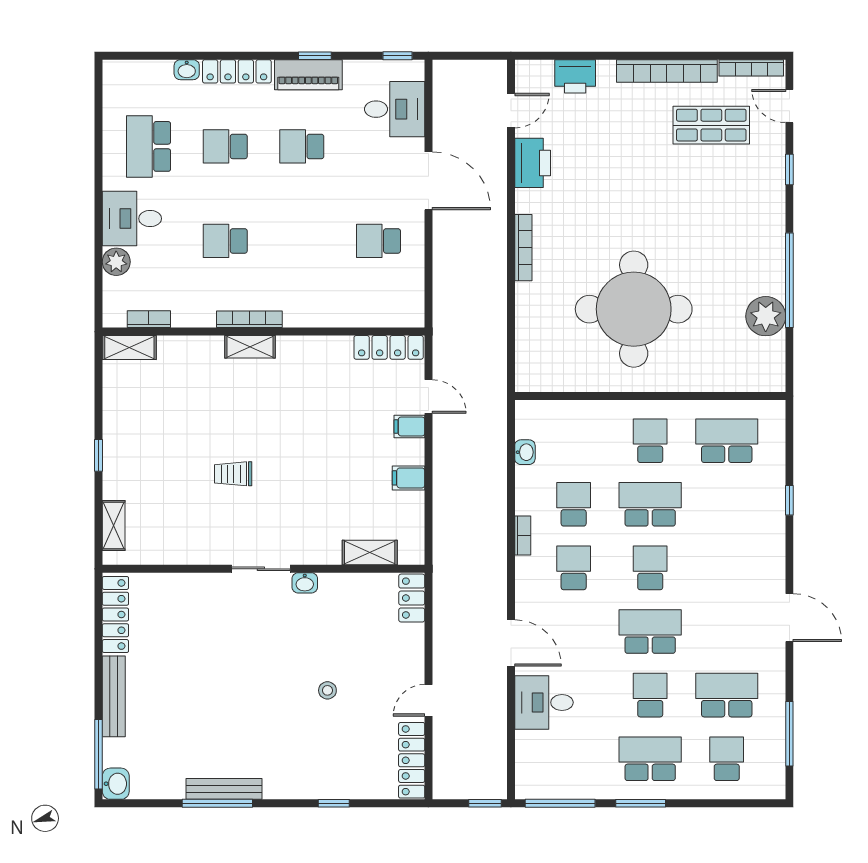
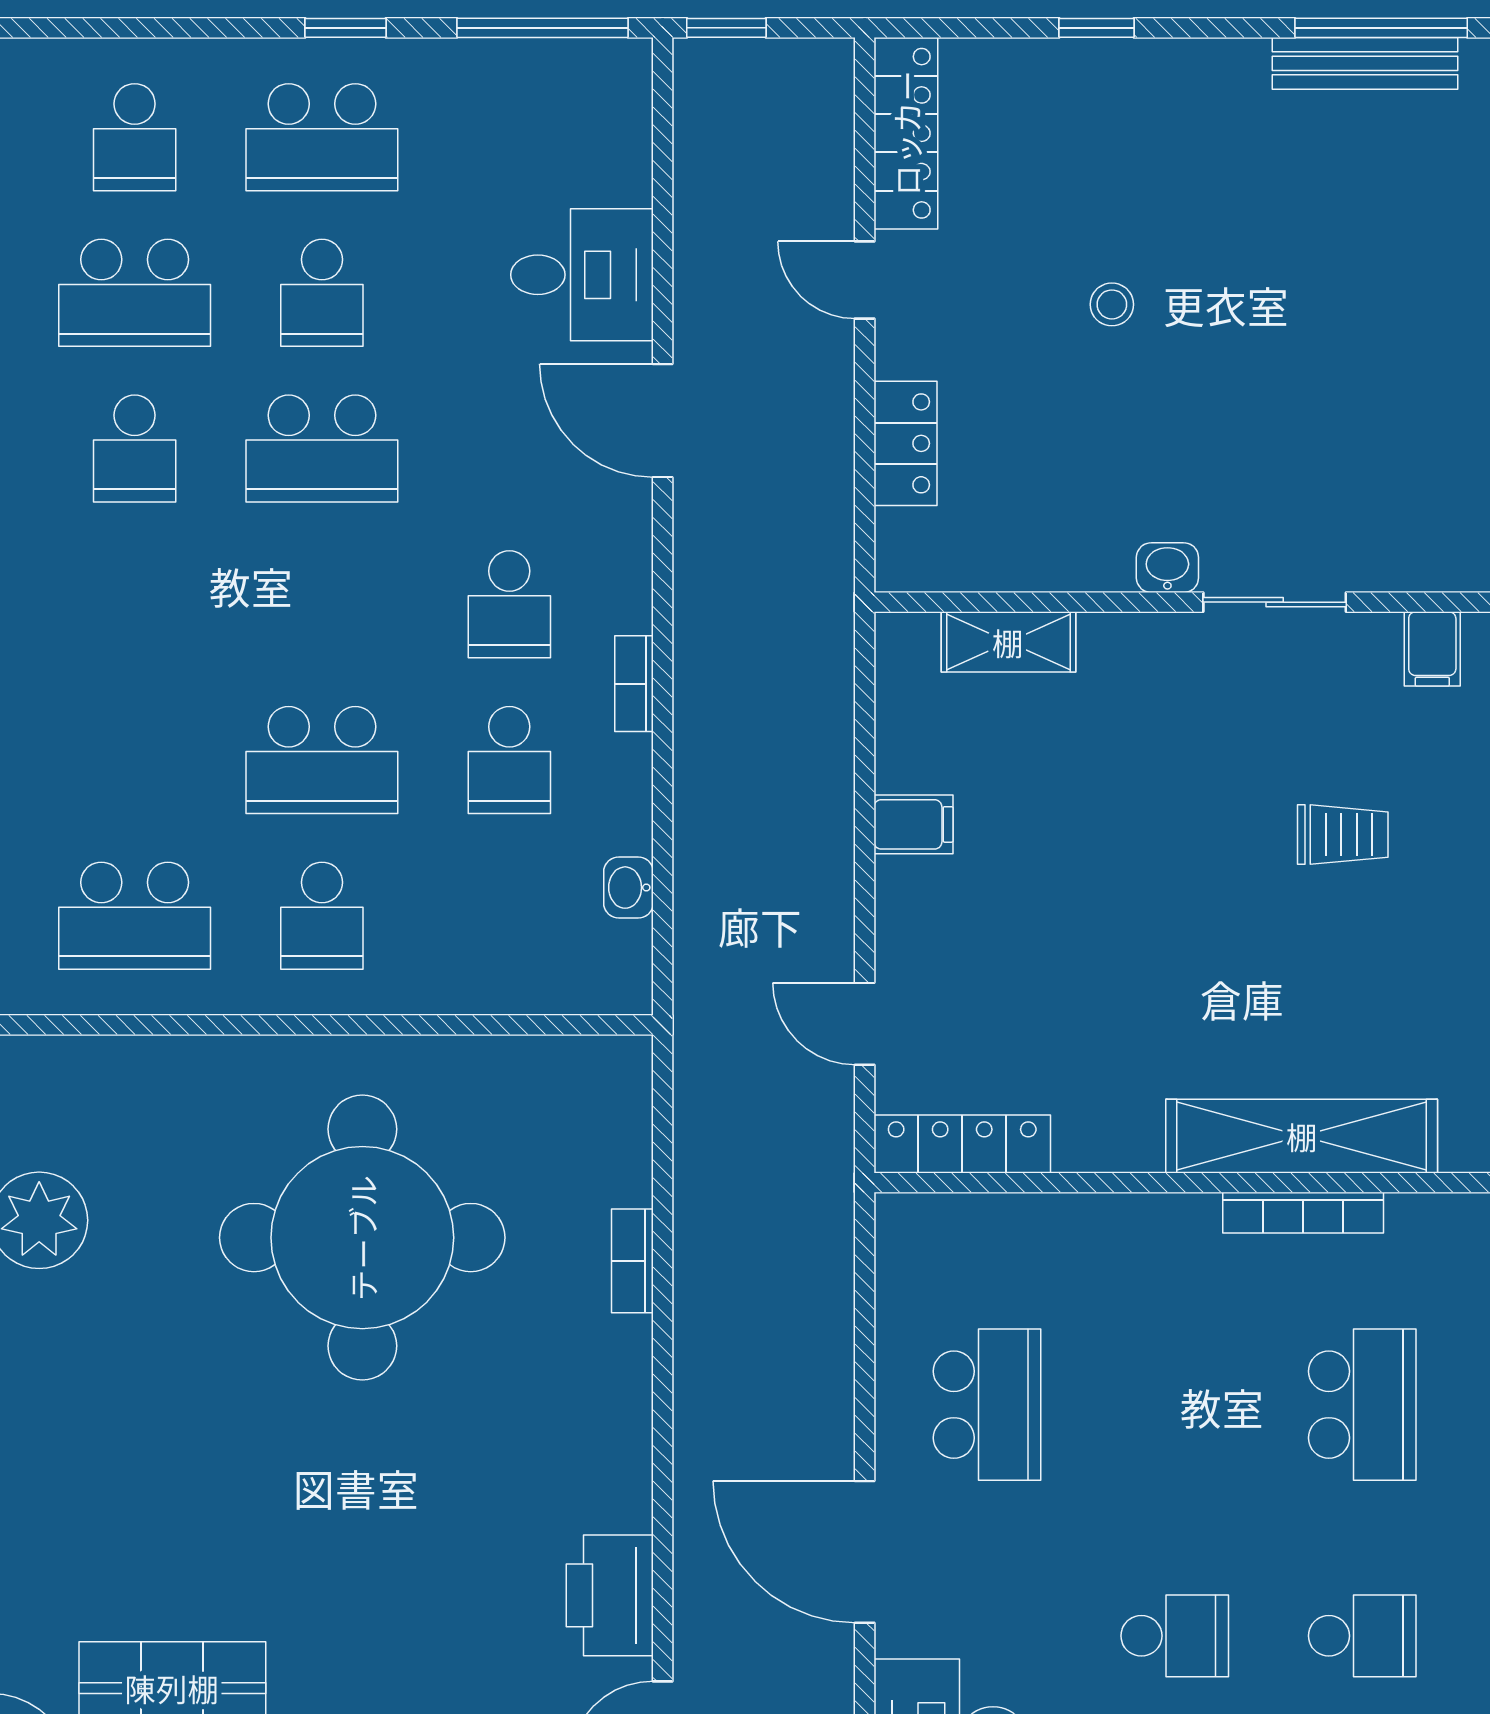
school desk: (225, 241) -> (1362, 1405), width x1.85
school desk: (378, 241) -> (987, 1405), width x1.85
bookcase: (523, 248) -> (632, 1261), moved, width x0.64
shelving: (250, 347) -> (1302, 1136), width x2.20, depth x1.33
filing cabinet: (409, 426) -> (1432, 649), moved, turned 90
school desk: (650, 568) -> (135, 449), moved
locker: (412, 598) -> (905, 443), moved
door: (428, 700) -> (865, 280), swing flipped
window: (641, 803) -> (345, 28), width x0.67

